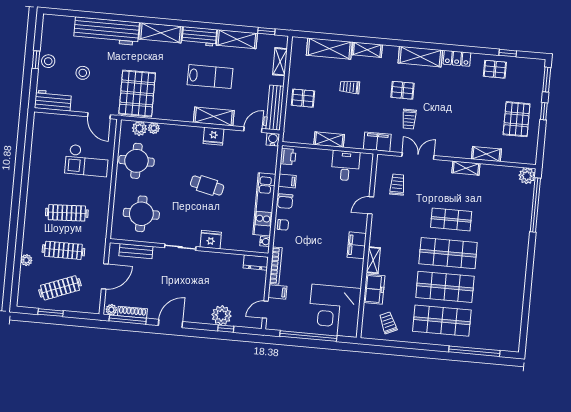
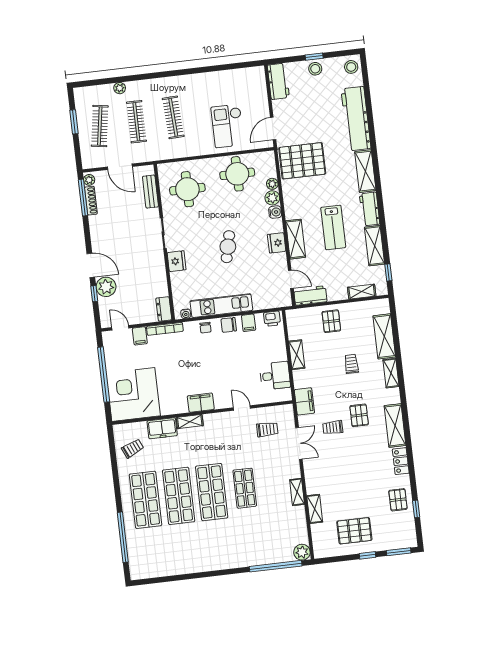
stool: (83, 73) -> (351, 67), moved
workbench: (274, 108) -> (310, 296), width x0.73
plant: (139, 128) -> (272, 198), moved
water cooler: (273, 139) -> (275, 212), moved
clothes rail: (60, 288) -> (100, 126), turned 30
door: (171, 323) -> (91, 265), moved

